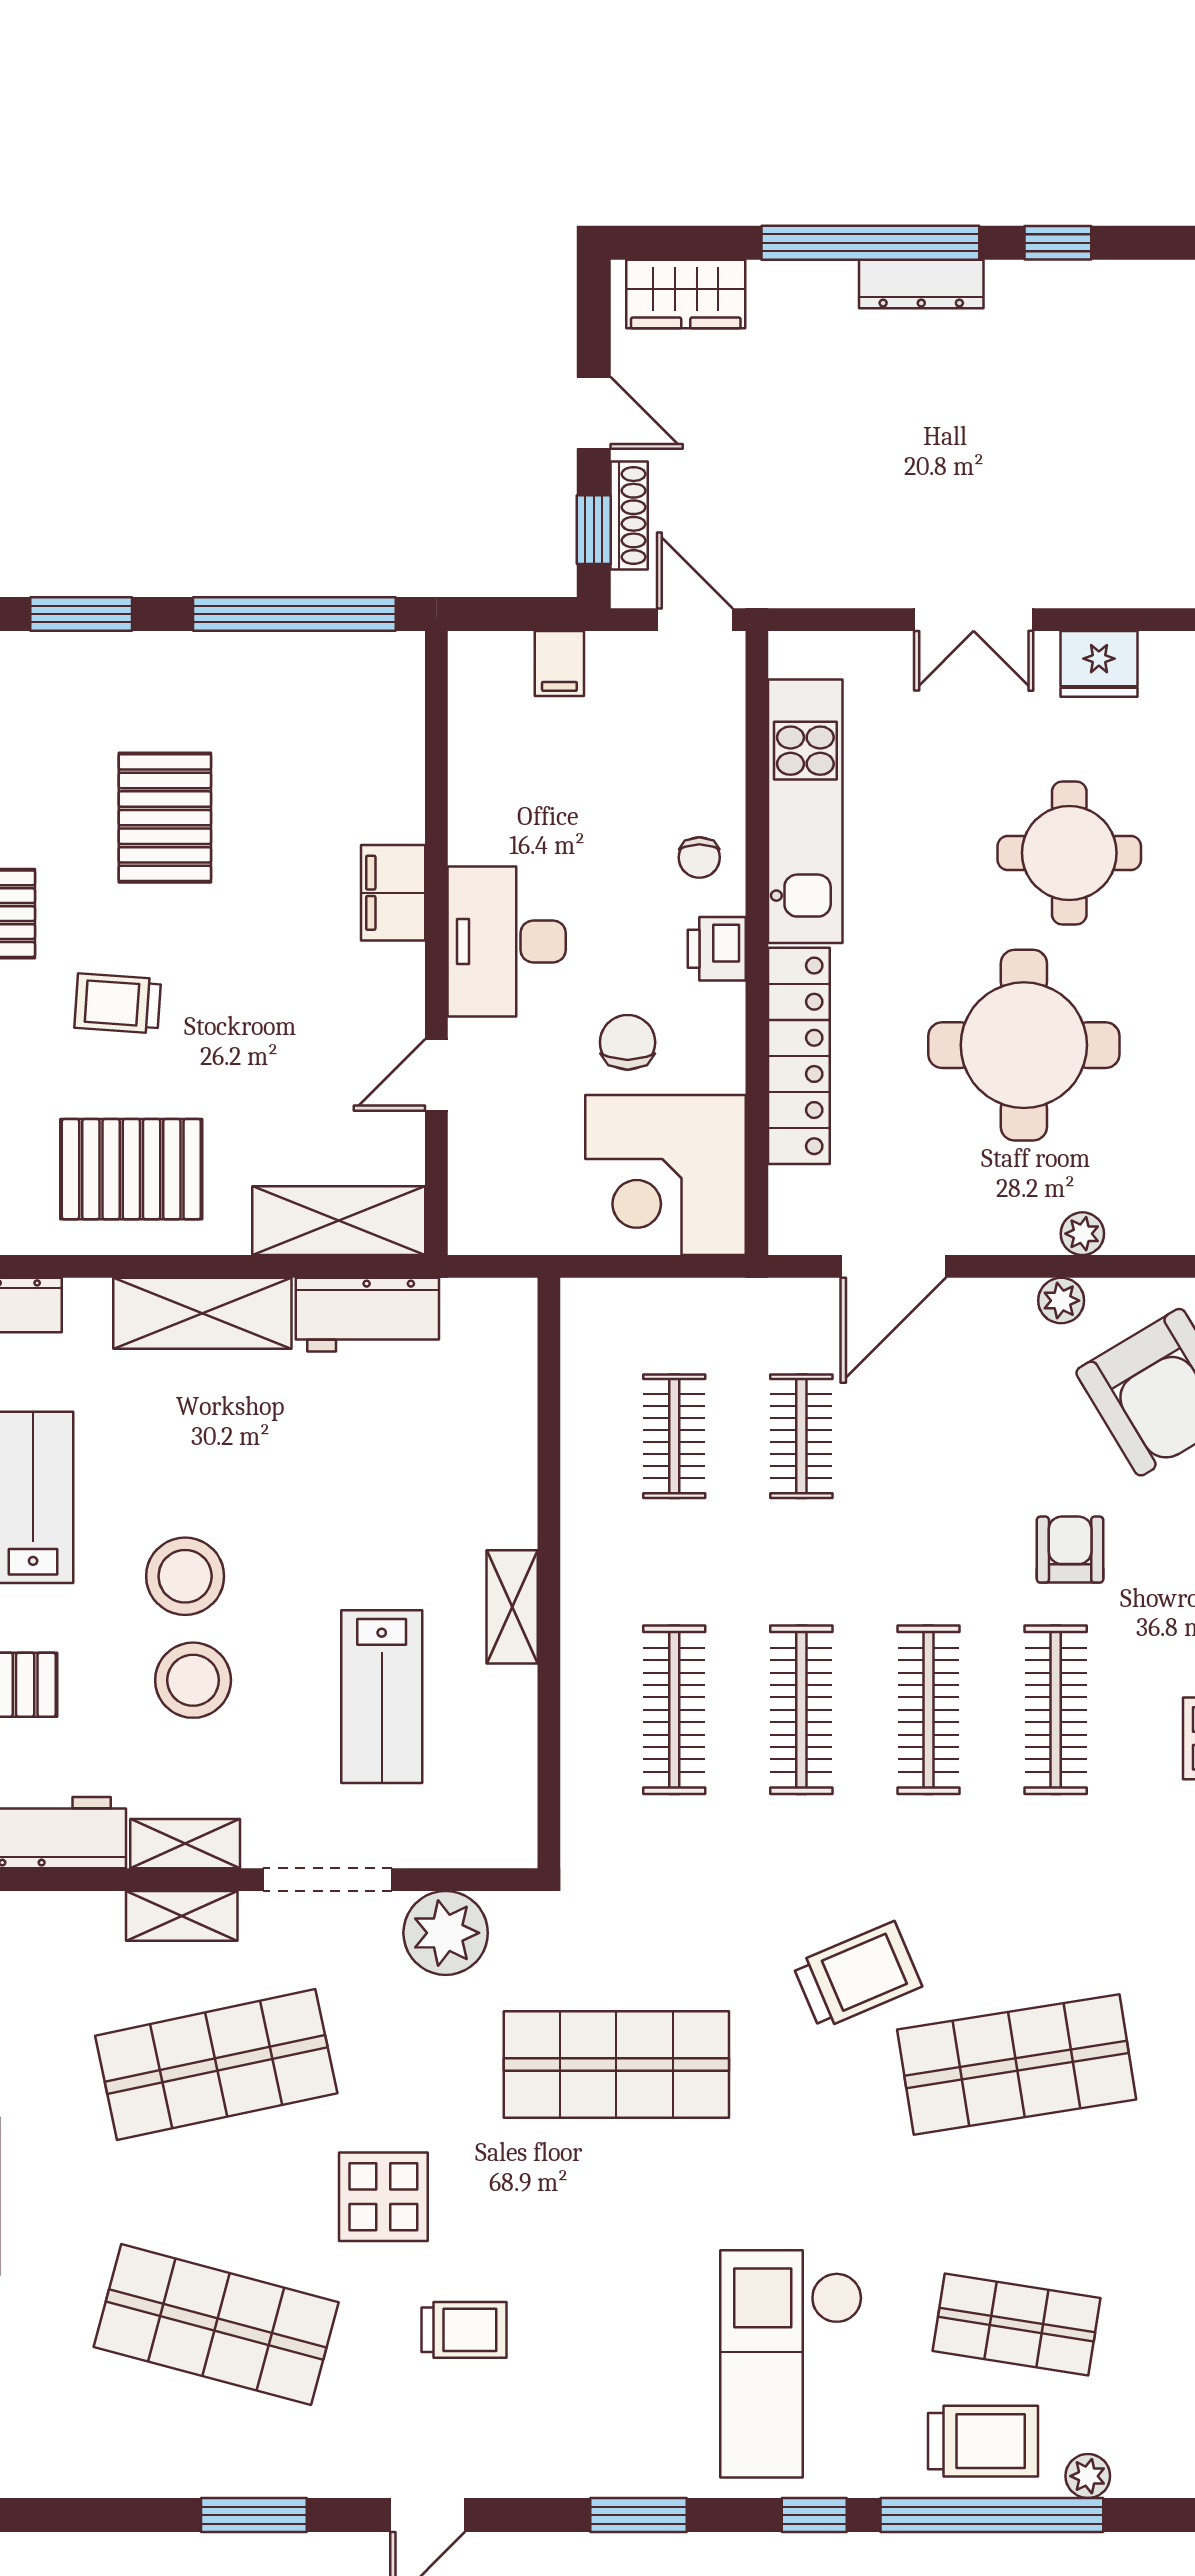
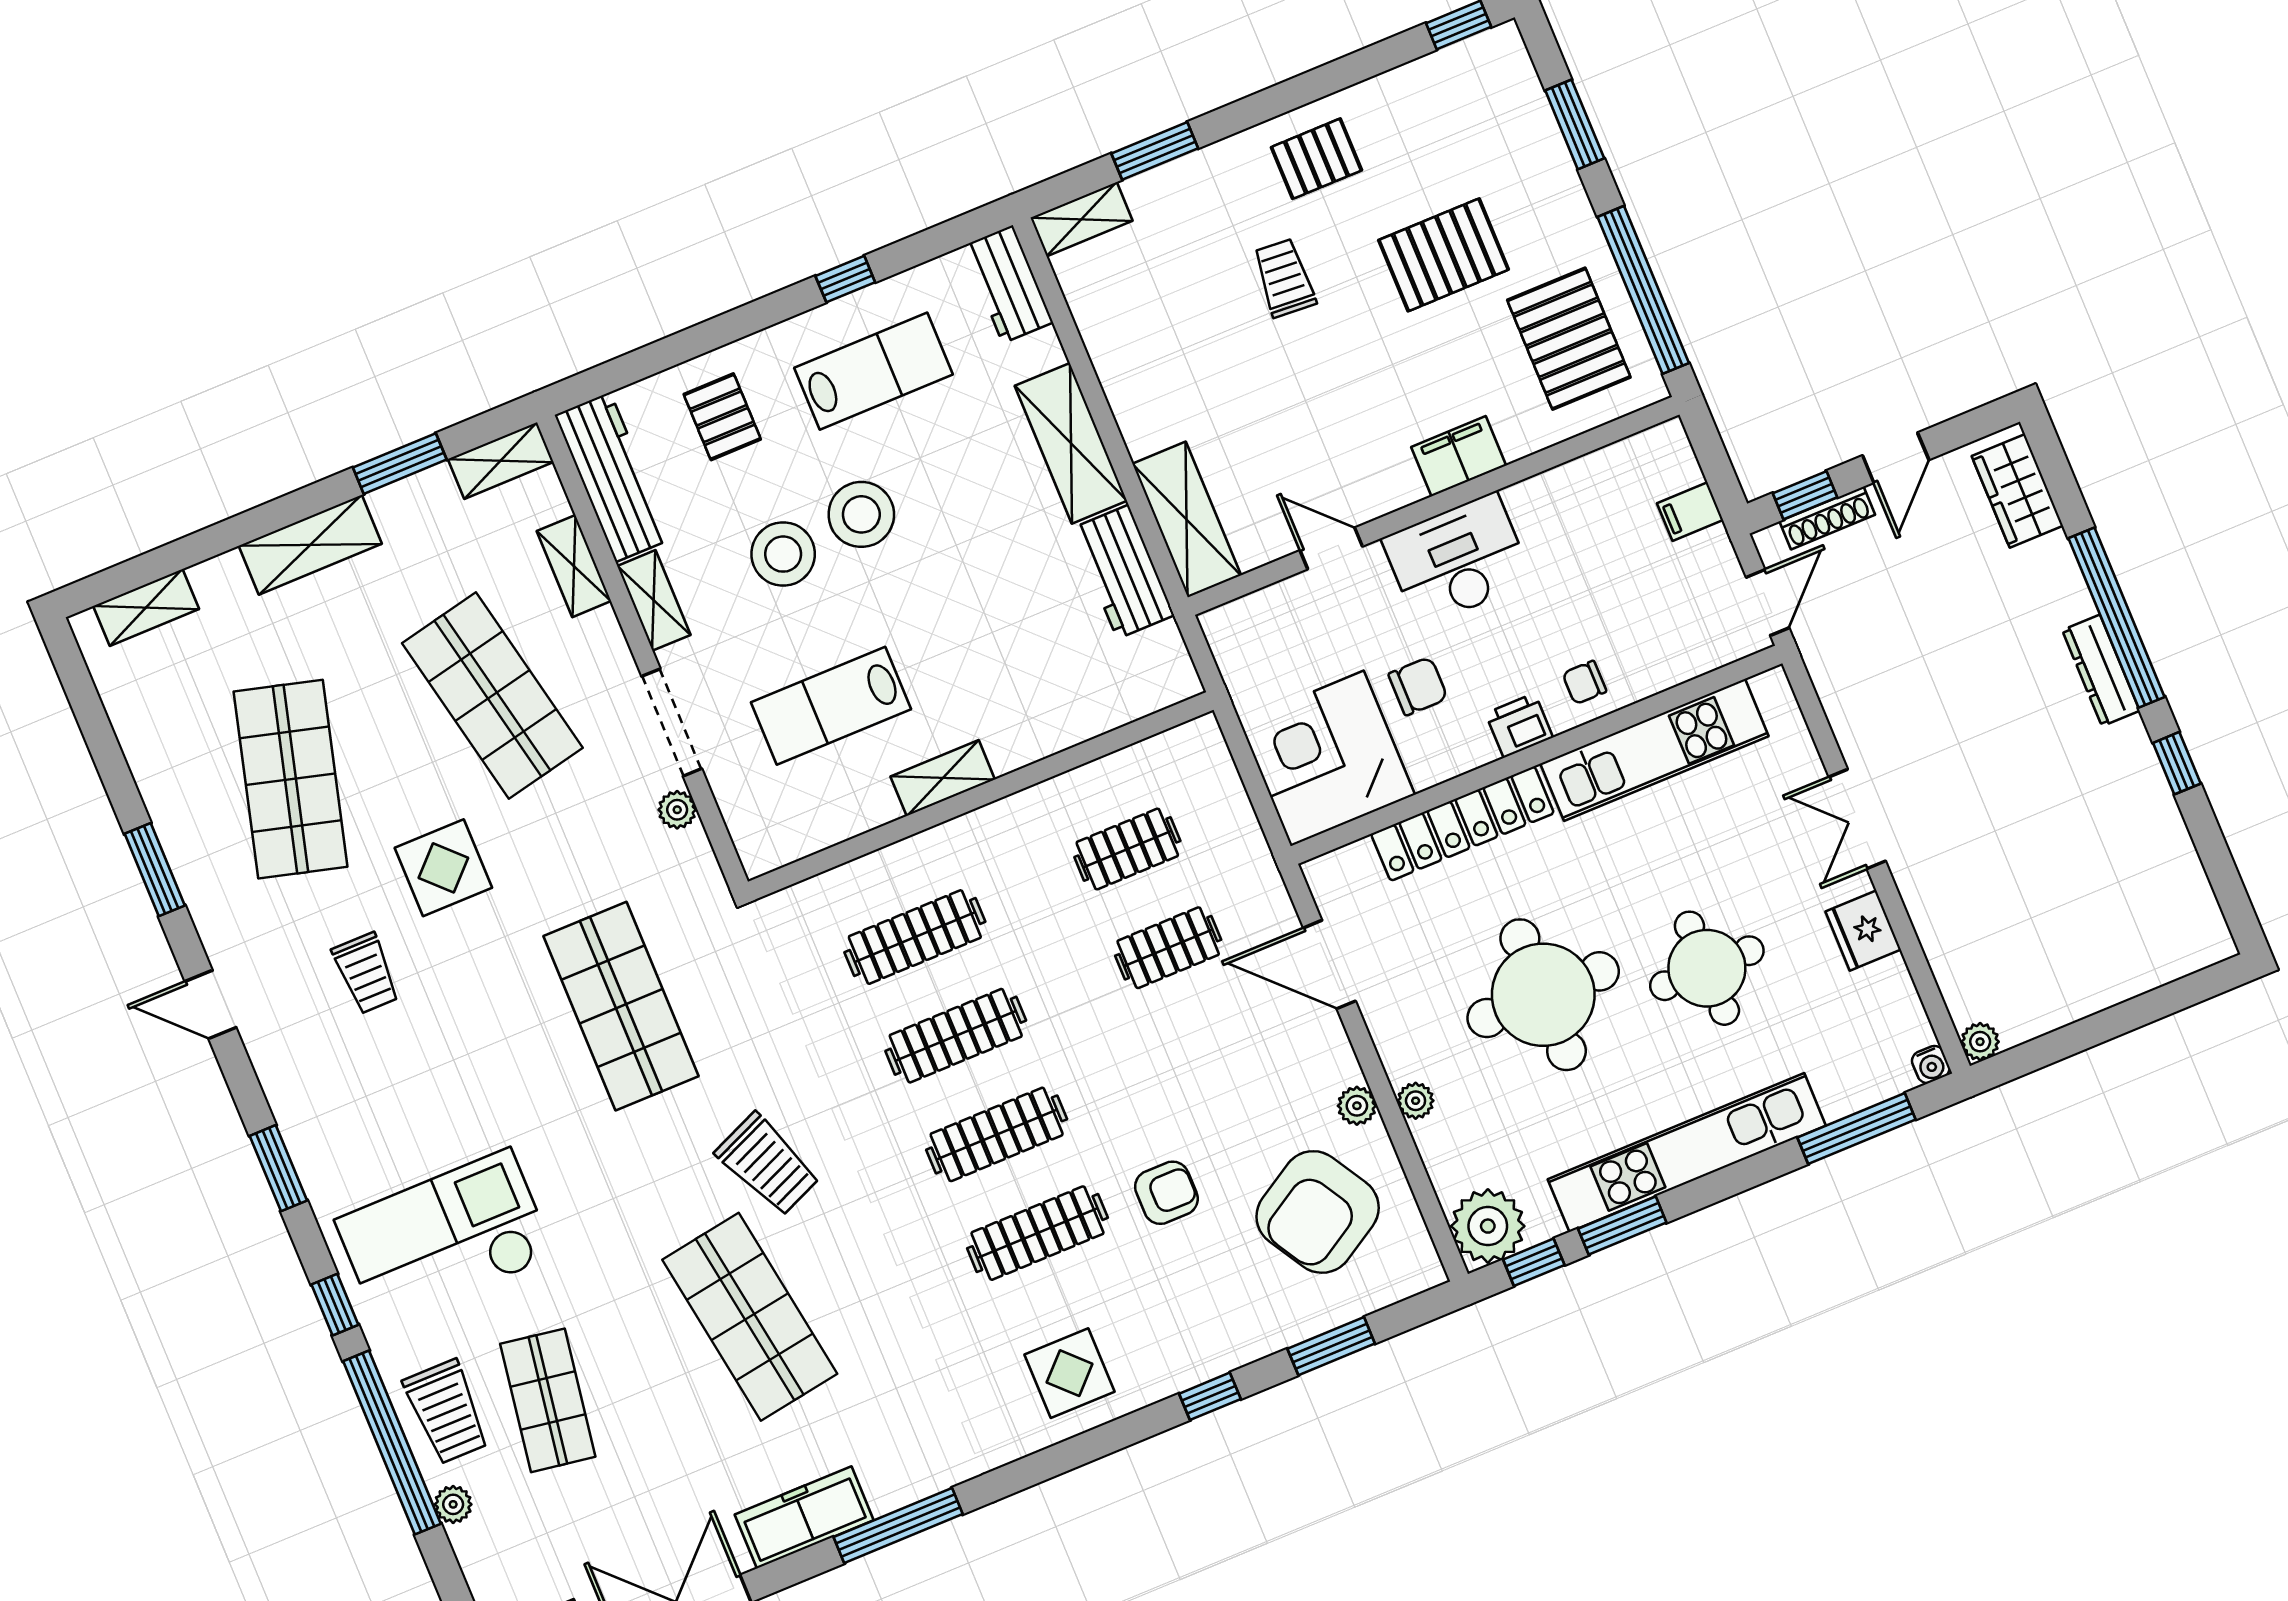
pallet: (131, 1169) -> (1569, 339), moved
shelving: (182, 1916) -> (574, 566), moved
plant: (446, 1933) -> (677, 810), width x0.53, depth x0.53

